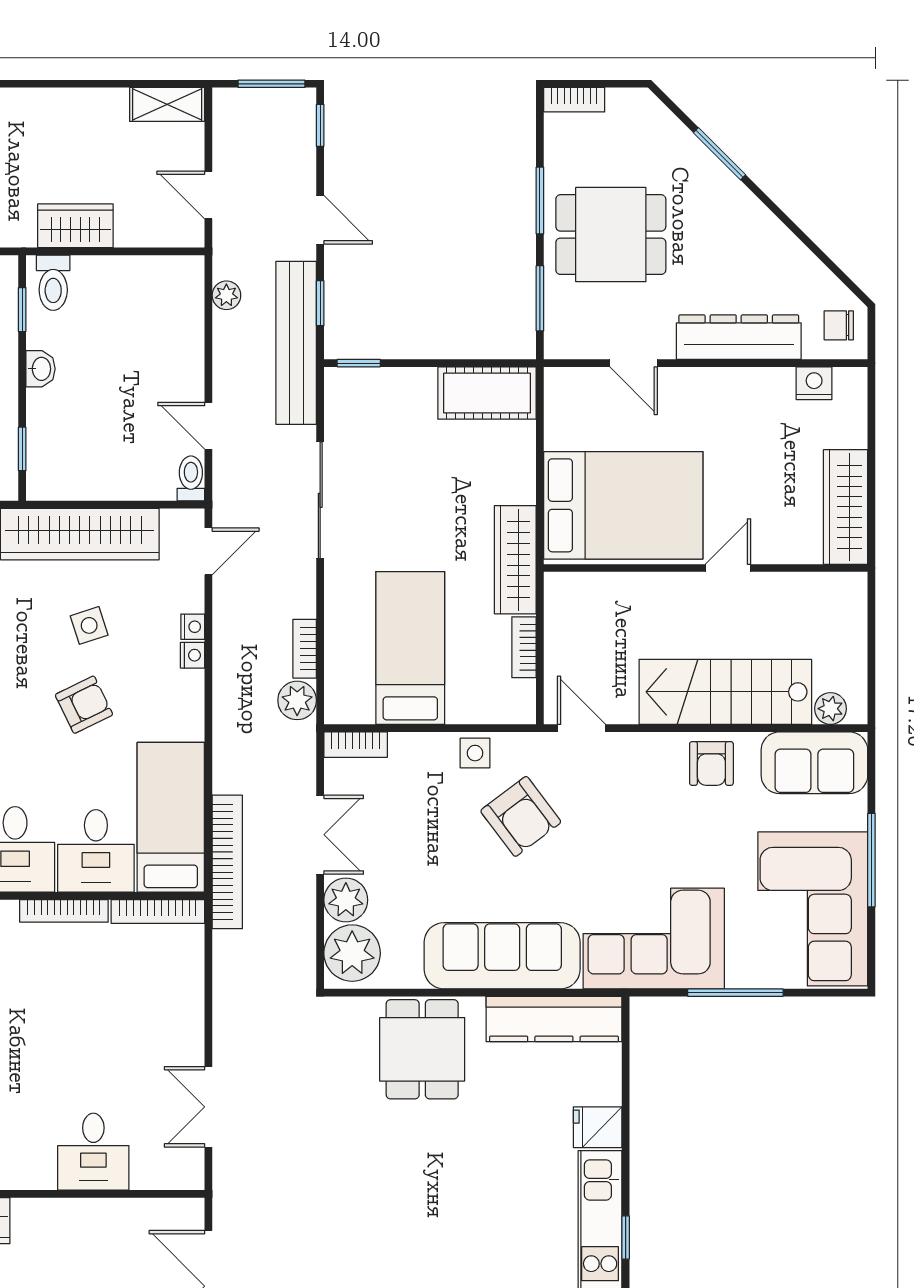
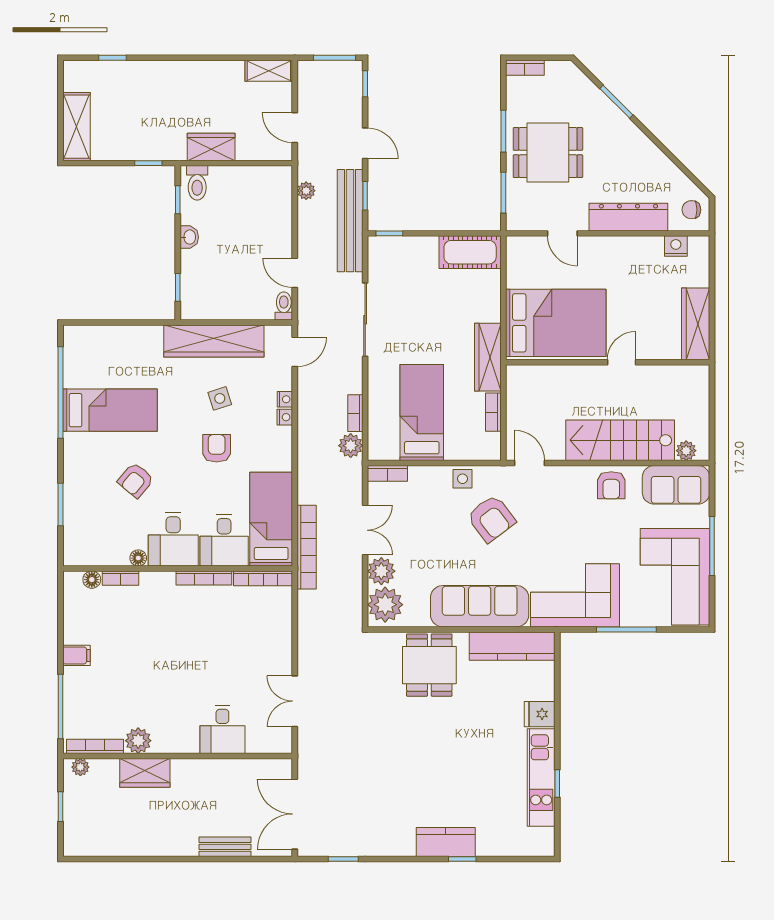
armchair: (84, 705) -> (217, 448), turned -64

